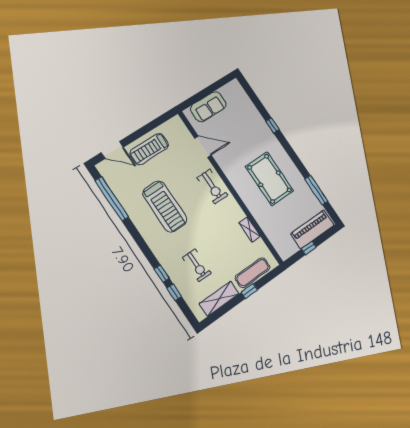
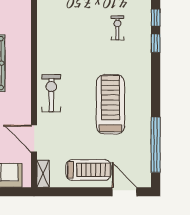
shelving: (250, 230) -> (43, 174), moved
exercise bike: (197, 265) -> (117, 28), width x0.73, depth x0.72

